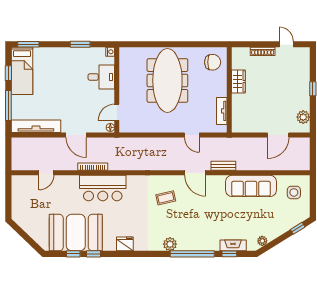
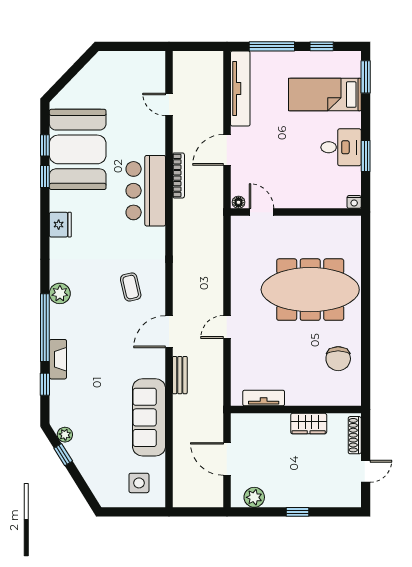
bed: (22, 71) -> (325, 95), moved
desk: (101, 77) -> (341, 147), moved, turned -90
wardrobe: (238, 81) -> (309, 424), moved
wall: (229, 90) -> (296, 410), moved
tv unit: (222, 111) -> (264, 398), moved
window: (298, 228) -> (63, 455), moved
fireplace: (233, 245) -> (58, 359), moved

